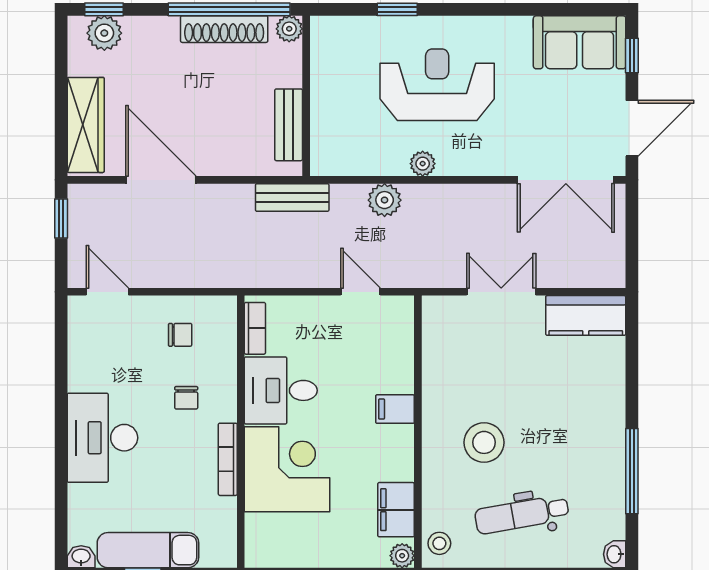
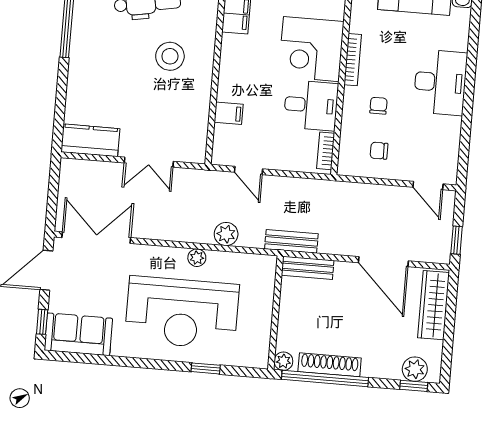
reception desk: (437, 85) -> (182, 313), width x1.36, depth x1.30
bench: (289, 125) -> (308, 268), moved, turned 90
filing cabinet: (395, 409) -> (229, 113), moved

